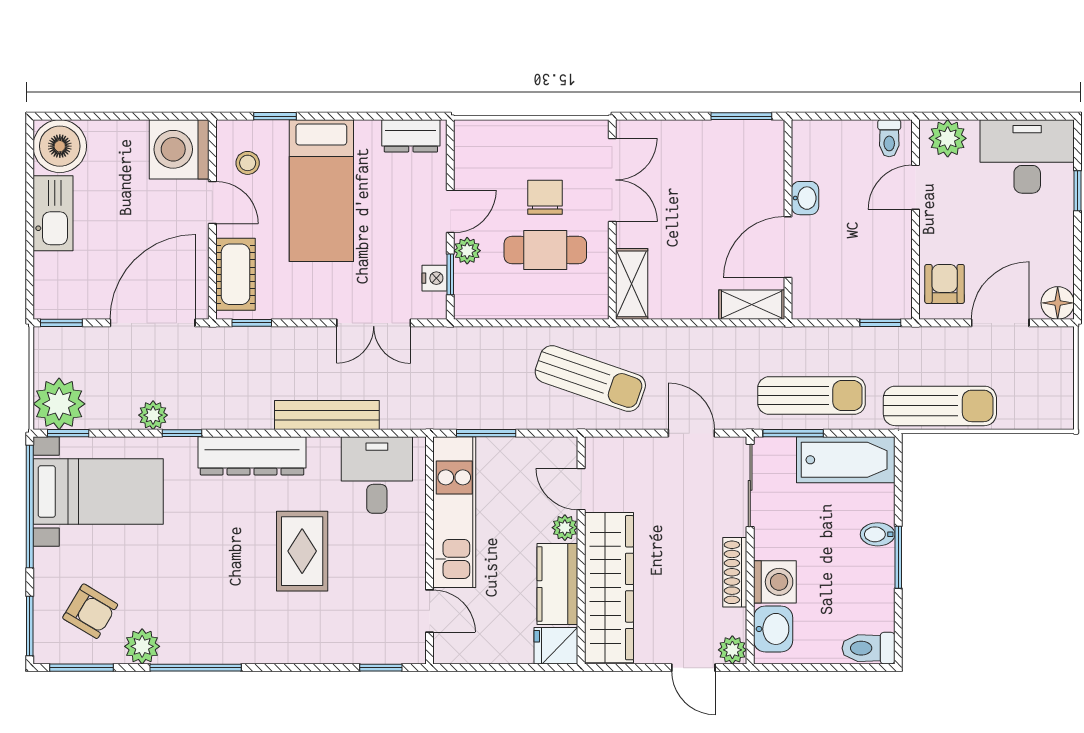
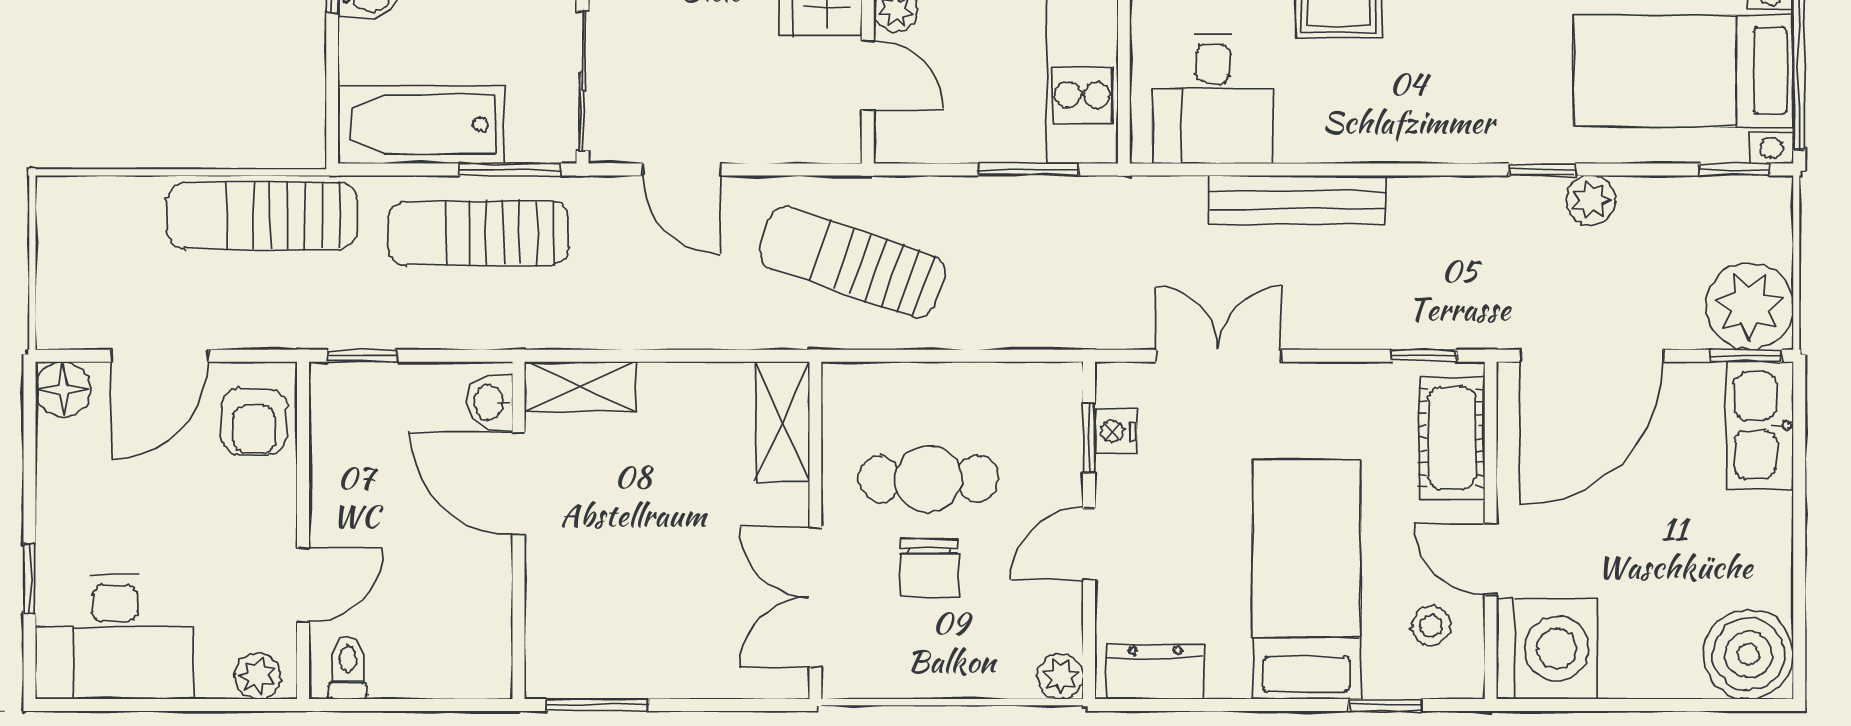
plant: (948, 138) -> (257, 676), width x0.73, depth x0.73
washbasin: (805, 198) -> (490, 402), moved
kitchen sink: (53, 213) -> (1760, 425), moved
door: (788, 247) -> (518, 484), swing flipped
plant: (467, 251) -> (1060, 676), moved
plant: (59, 404) -> (1750, 306), moved
dresser: (252, 456) -> (1424, 131), removed

